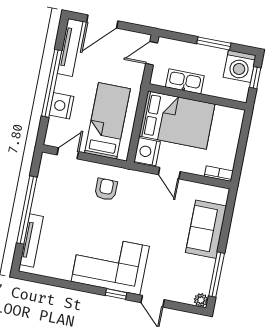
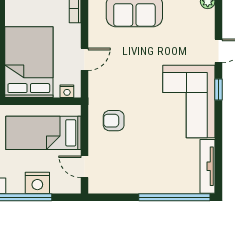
nightstand: (147, 152) -> (67, 91), width x0.53, depth x0.56
window: (27, 210) -> (174, 197), moved
tv unit: (32, 240) -> (208, 166), moved, turned -90

